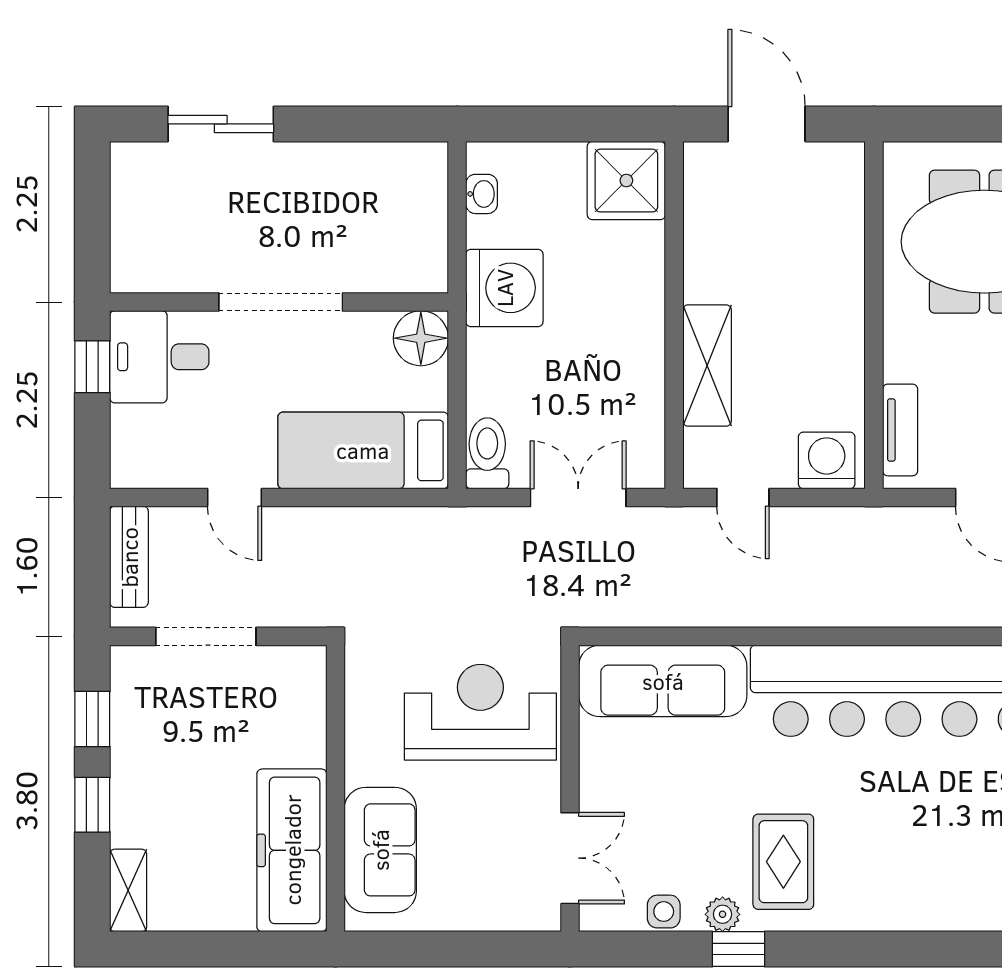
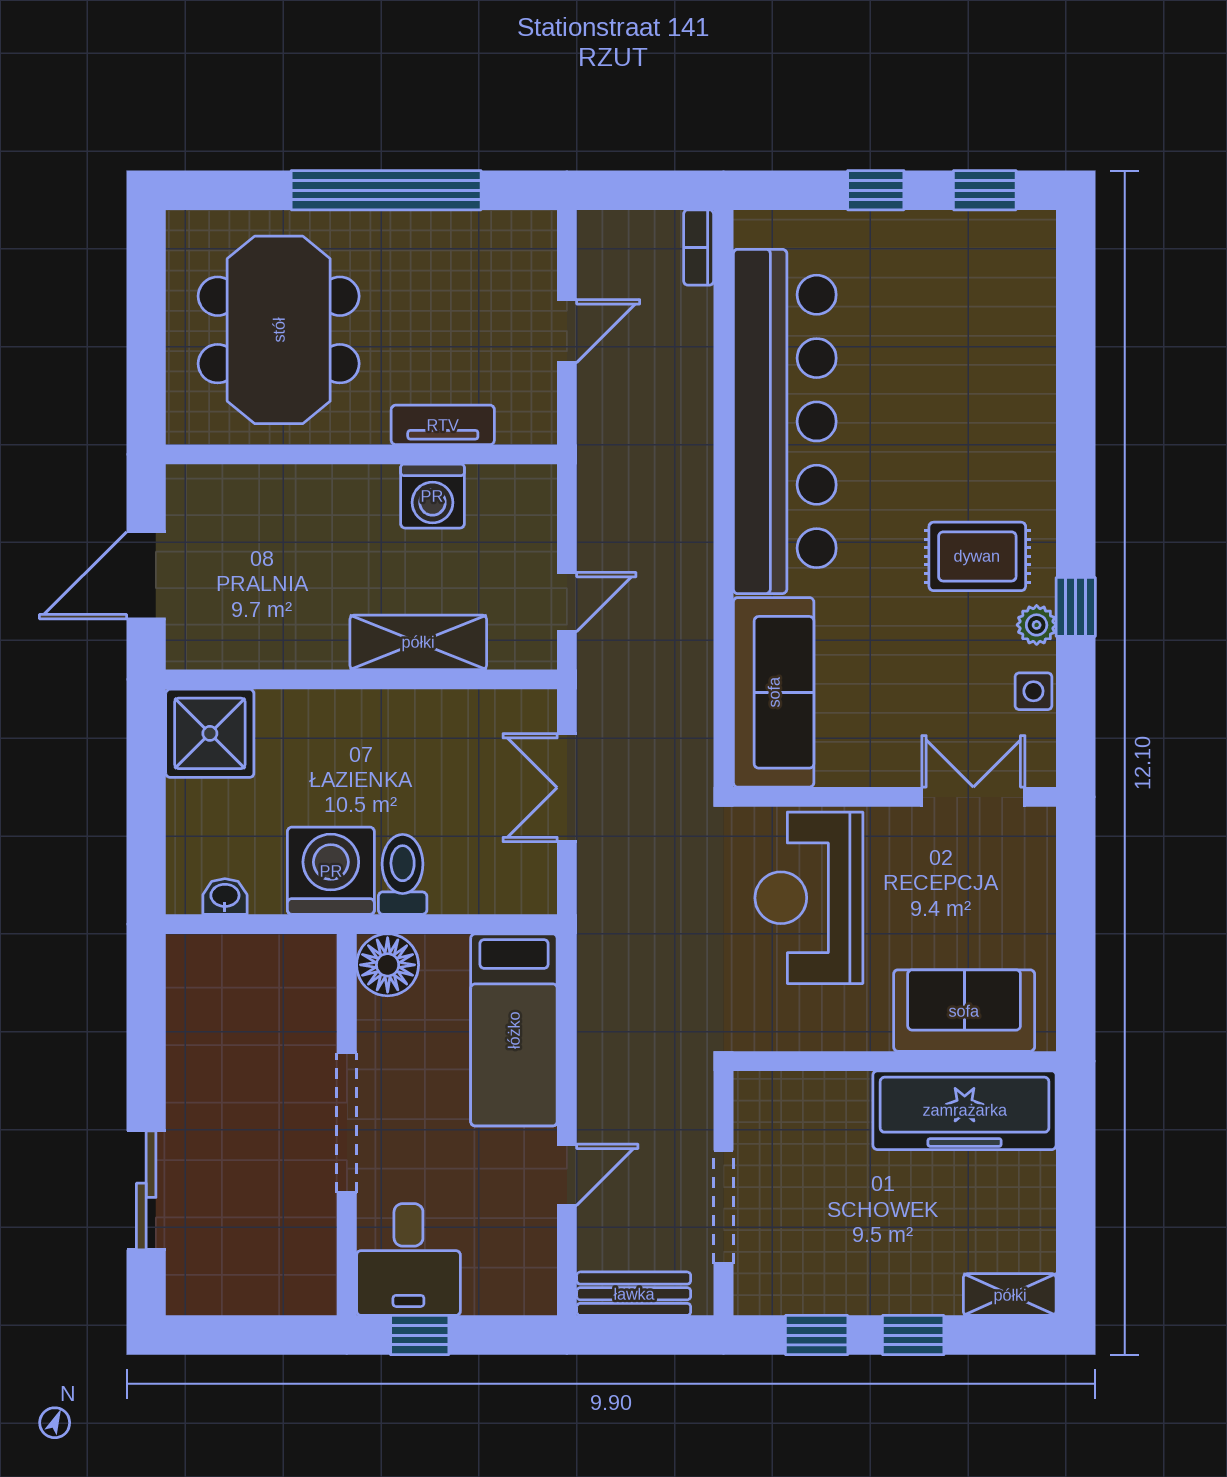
tv unit: (900, 430) -> (443, 425), moved
toilet: (487, 453) -> (403, 874), moved, turned 90
washing machine: (827, 460) -> (432, 496), moved, turned -90

